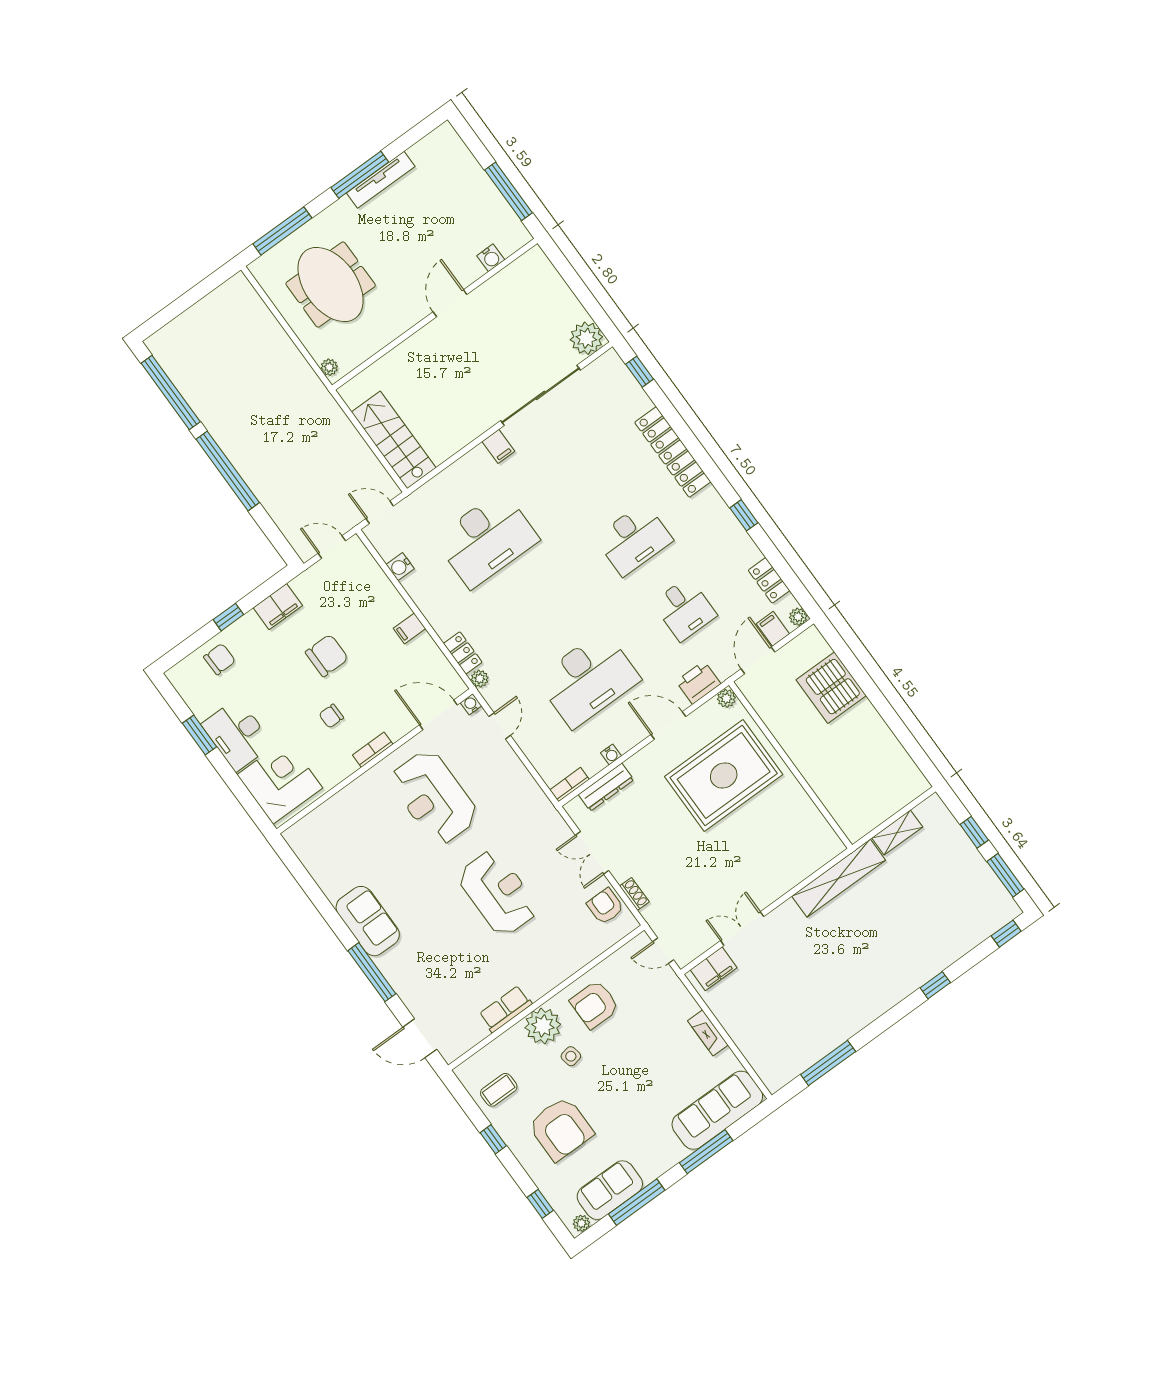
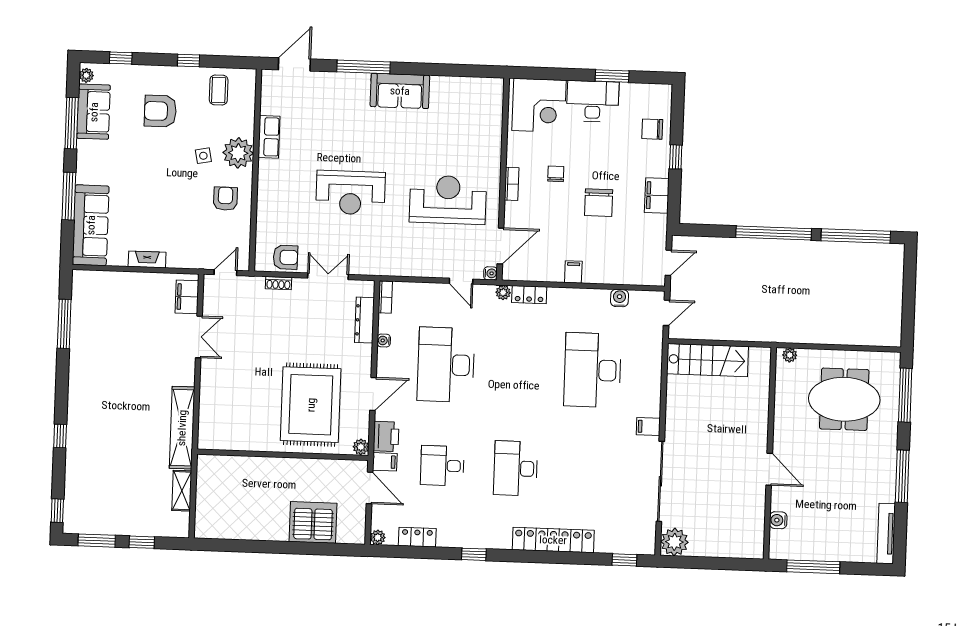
tv unit: (381, 180) -> (886, 534), moved
filing cabinet: (773, 629) -> (385, 462), moved
chair: (220, 659) -> (652, 129), turned 91
armchair: (595, 1005) -> (225, 199), width x0.72, depth x0.72
armchair: (561, 1129) -> (160, 111), width x0.73, depth x0.73

